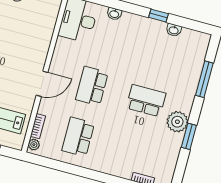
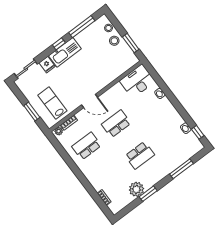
window: (159, 16) -> (198, 132), moved
school desk: (146, 101) -> (140, 155), turned 90
plant: (177, 122) -> (136, 189), moved

